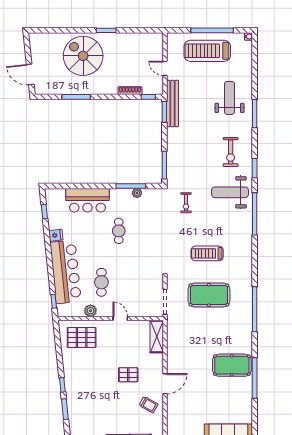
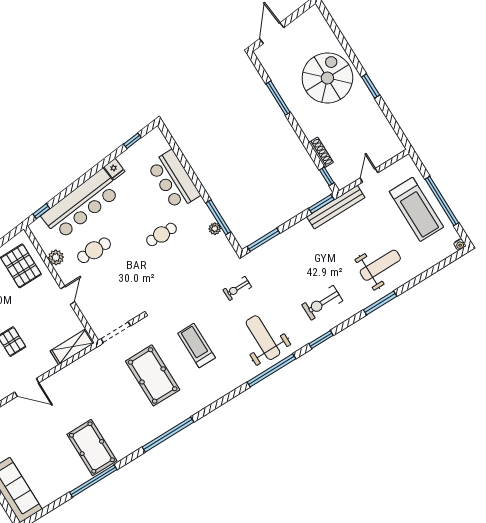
treadmill: (207, 51) -> (416, 209), turned 180
weight bench: (230, 192) -> (263, 338), moved

